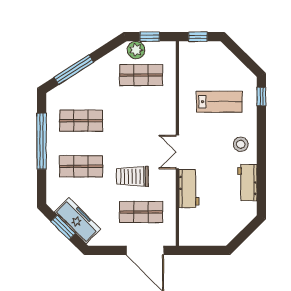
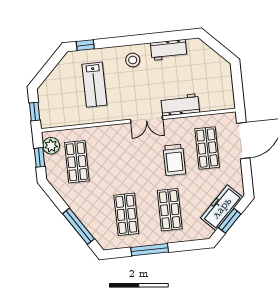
plant: (136, 50) -> (51, 146), moved
lab bench: (219, 102) -> (94, 85), turned 180
window: (42, 141) -> (150, 250), width x0.68

